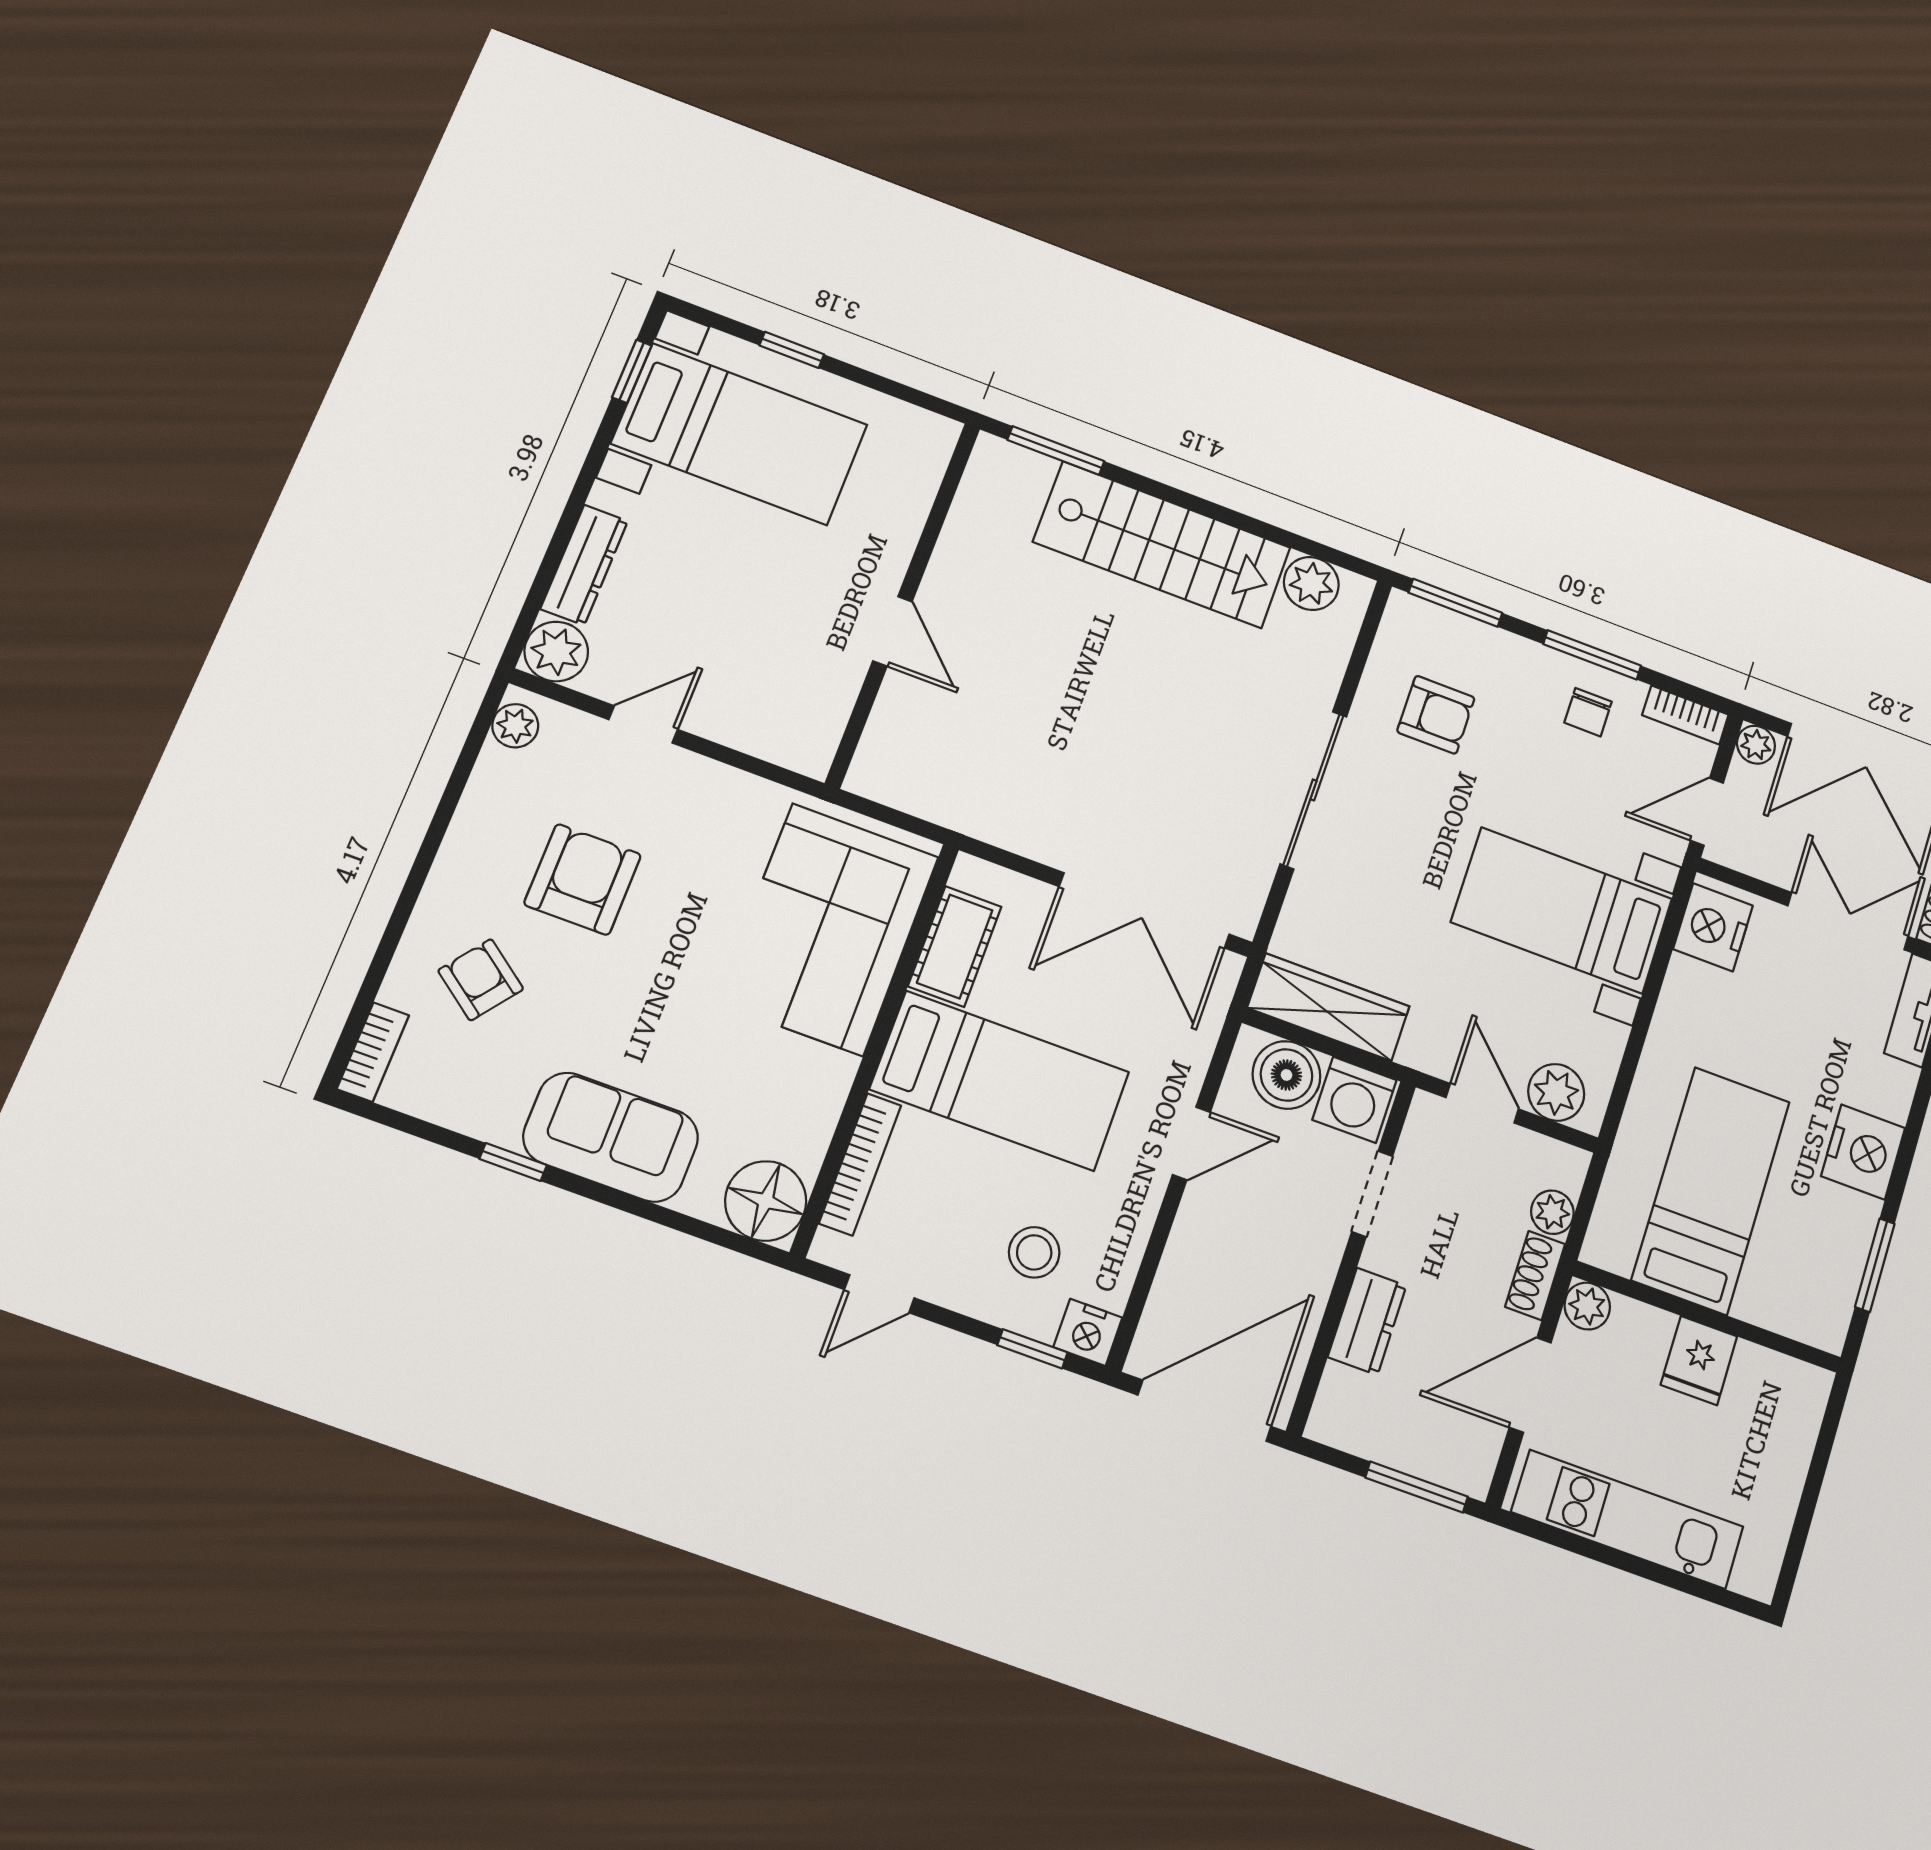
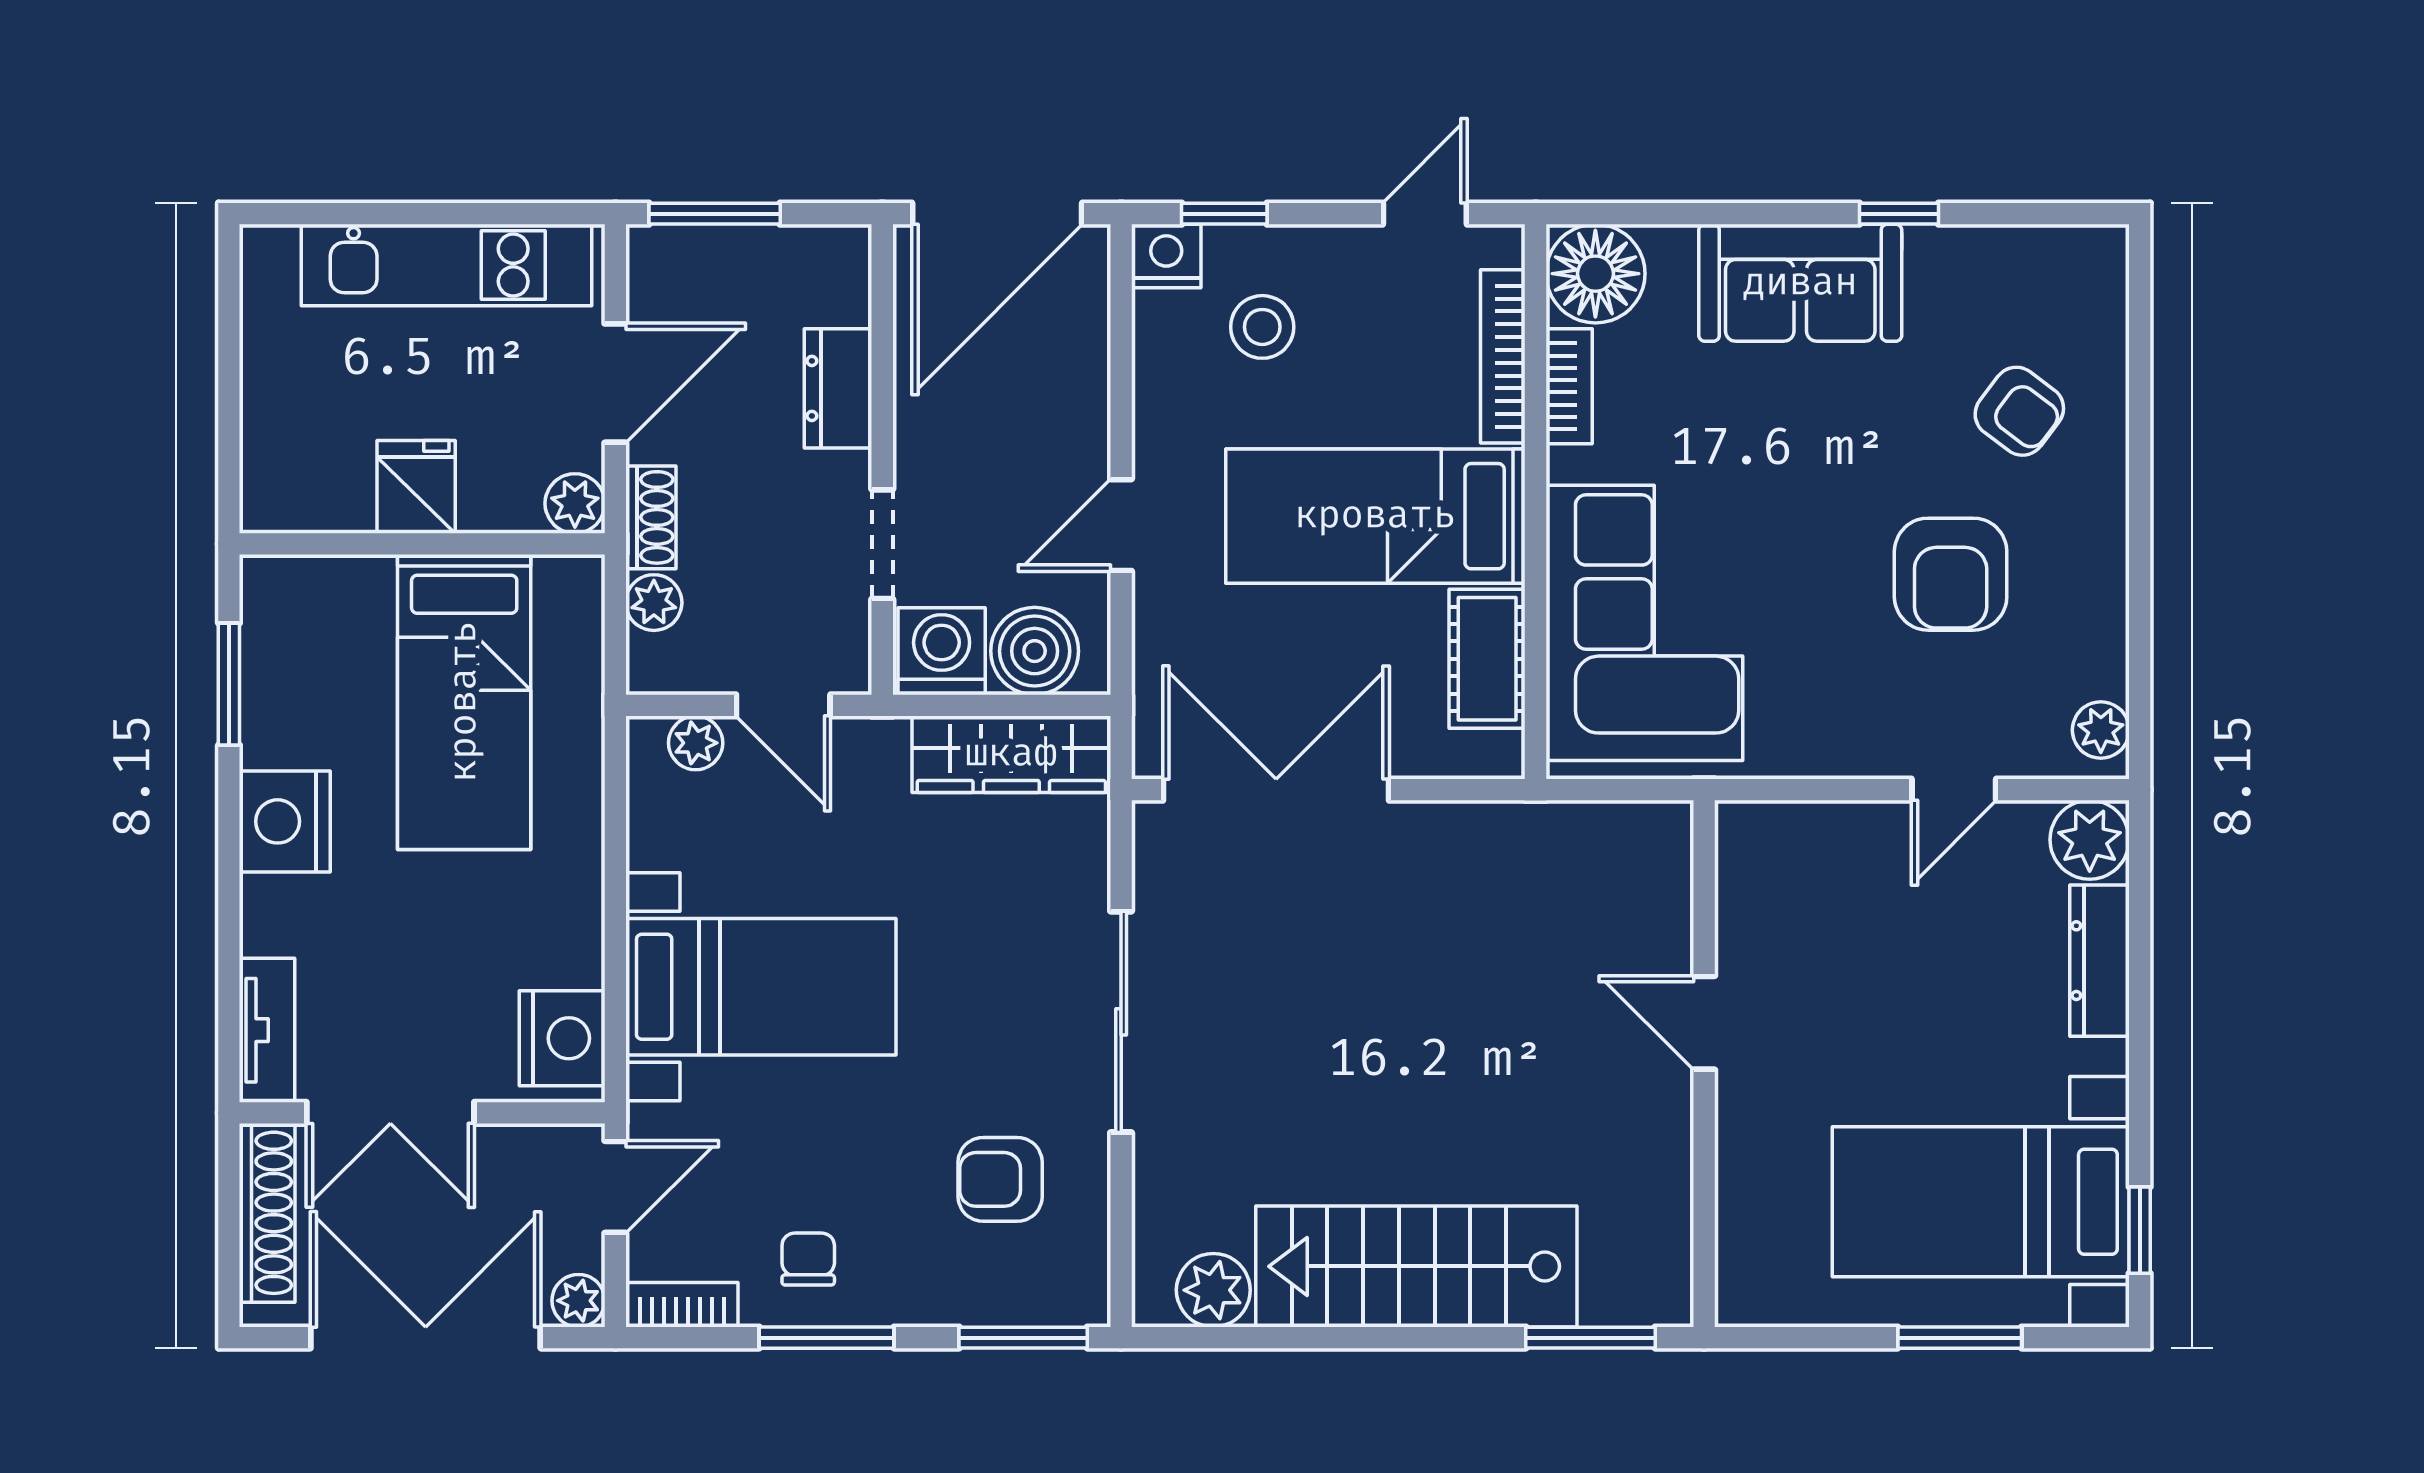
window: (792, 350) -> (1960, 1338), width x1.50
bookcase: (373, 1052) -> (1569, 386), moved, turned 180
plant: (1556, 1092) -> (696, 743), width x0.73, depth x0.73

